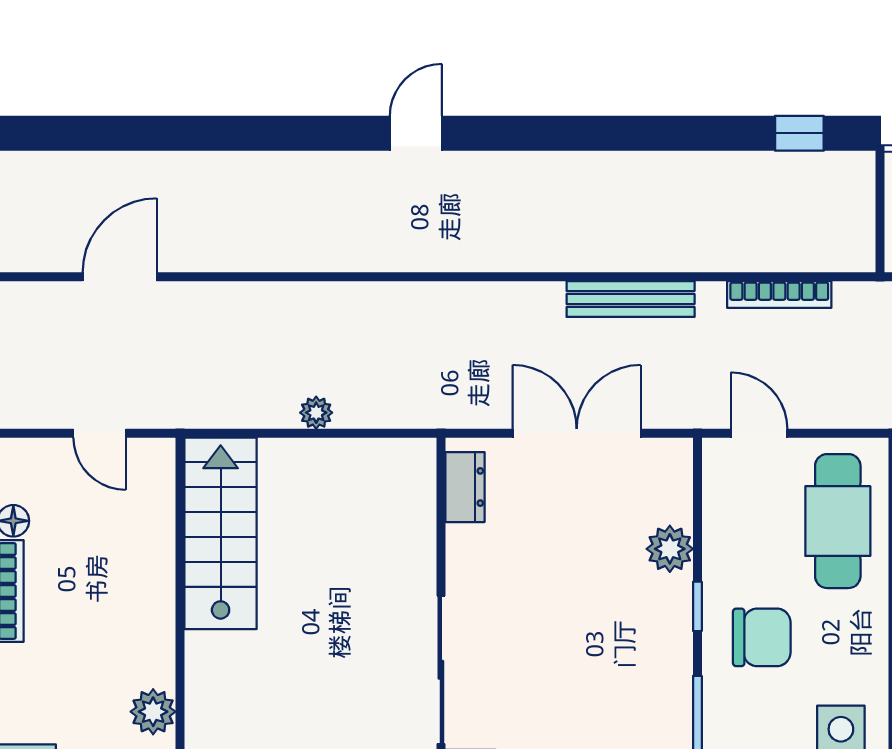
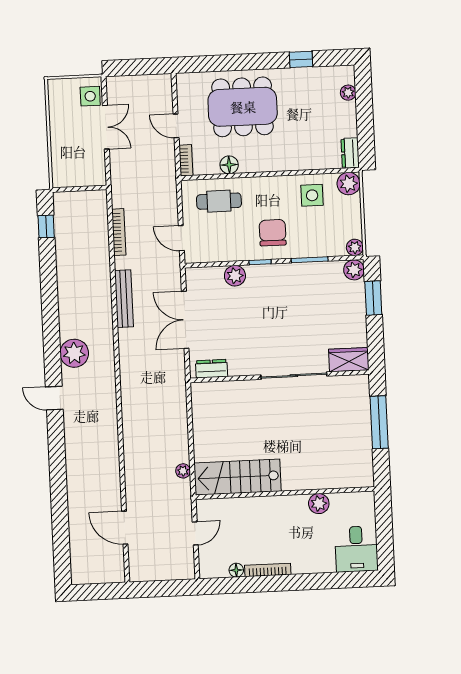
plant: (514, 182) -> (74, 353), added
plant: (316, 413) -> (183, 471), moved
door: (759, 433) -> (181, 238), hinge flipped
cafe table: (838, 521) -> (219, 201), width x0.73, depth x0.74

